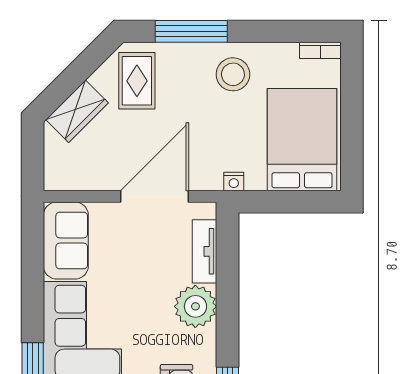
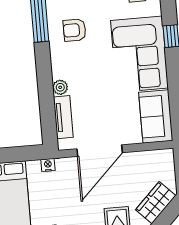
plant: (195, 306) -> (60, 87), width x0.53, depth x0.53

